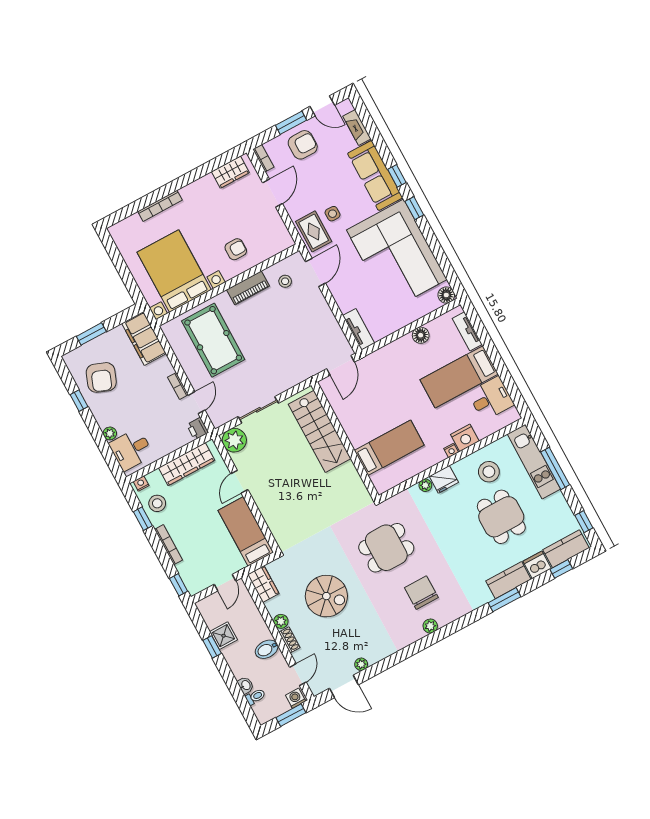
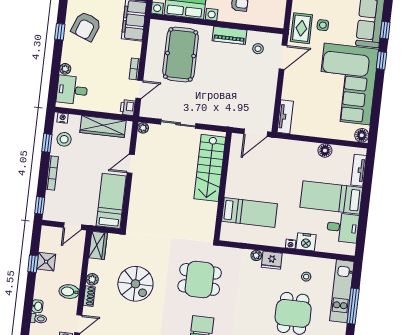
plant: (234, 440) -> (143, 128), width x0.53, depth x0.53
stool: (489, 472) -> (306, 277), width x0.53, depth x0.53

